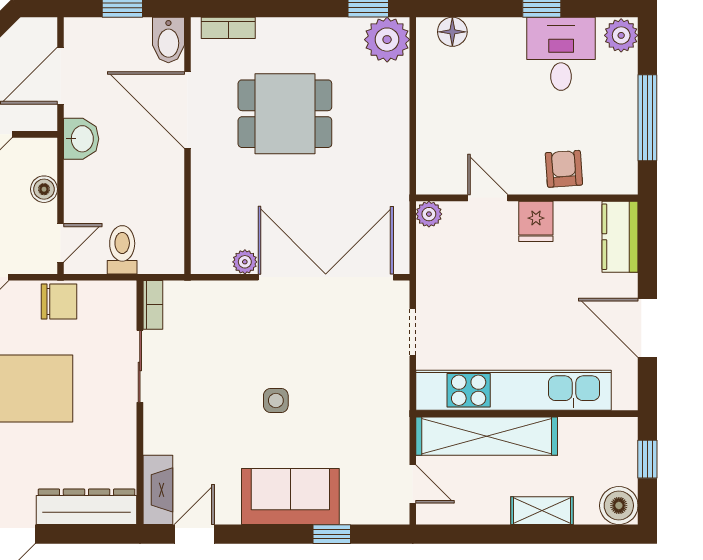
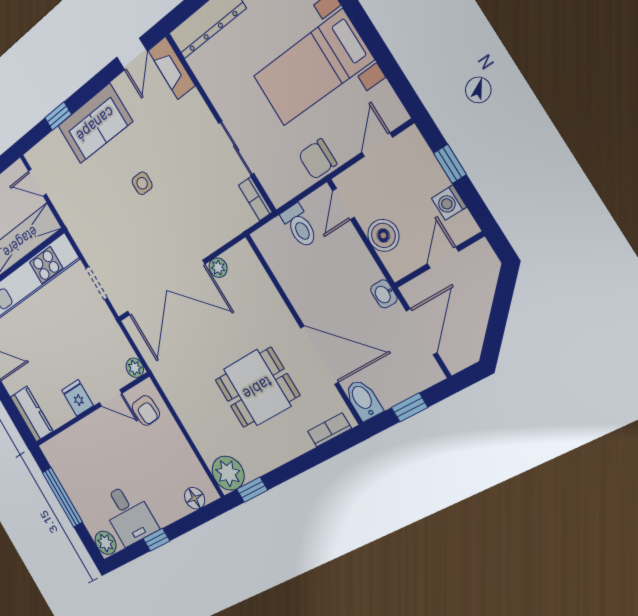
washbasin: (81, 139) -> (384, 294), width x0.72, depth x0.69
armchair: (564, 169) -> (146, 410), moved
boiler: (44, 189) -> (383, 235), width x1.36, depth x1.36

